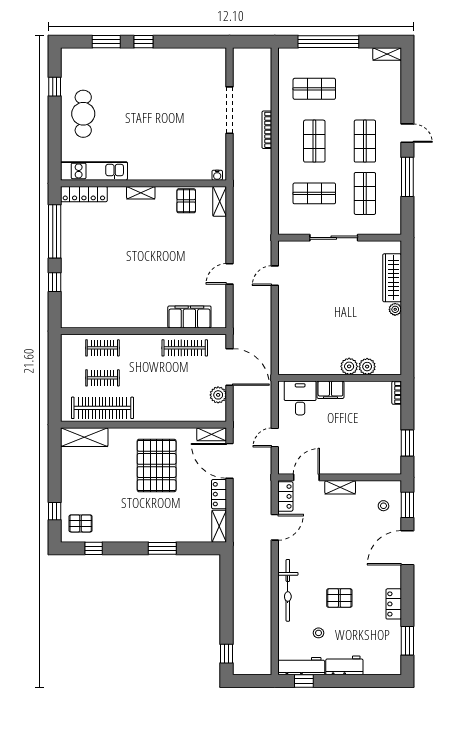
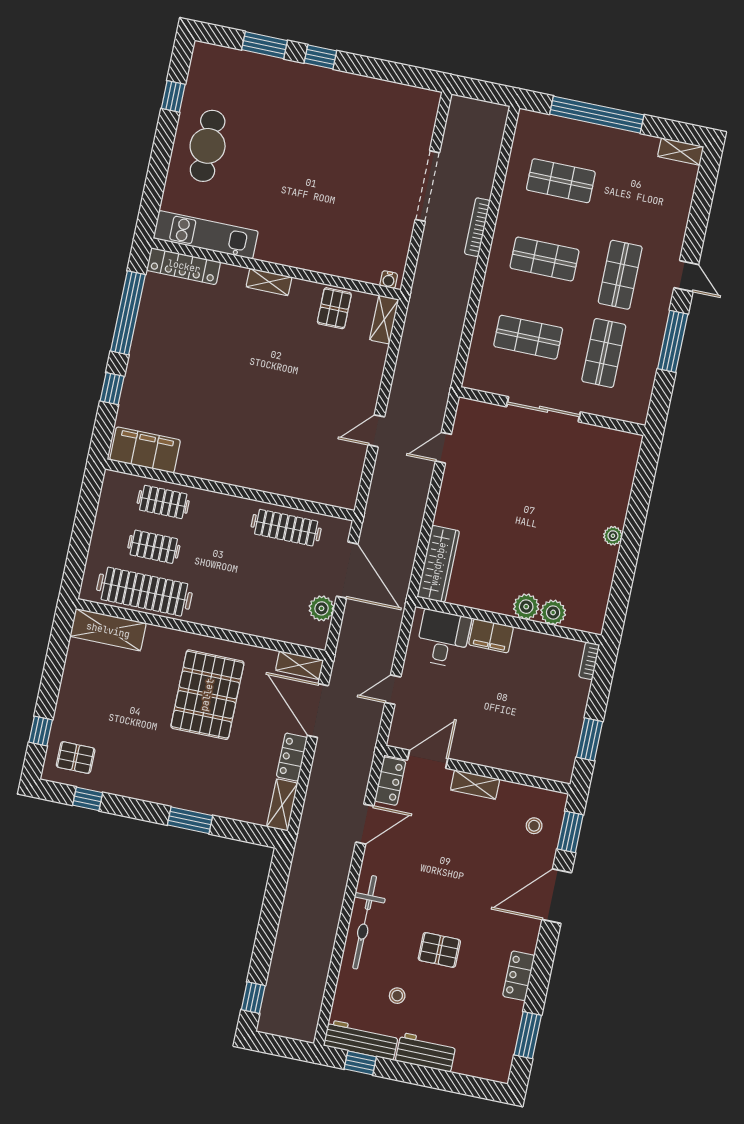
shop shelf: (314, 141) -> (545, 259), turned 90
wardrobe: (392, 278) -> (438, 564), moved, turned 180
filing cabinet: (189, 317) -> (145, 450), moved

